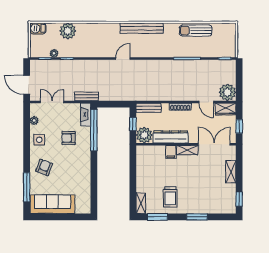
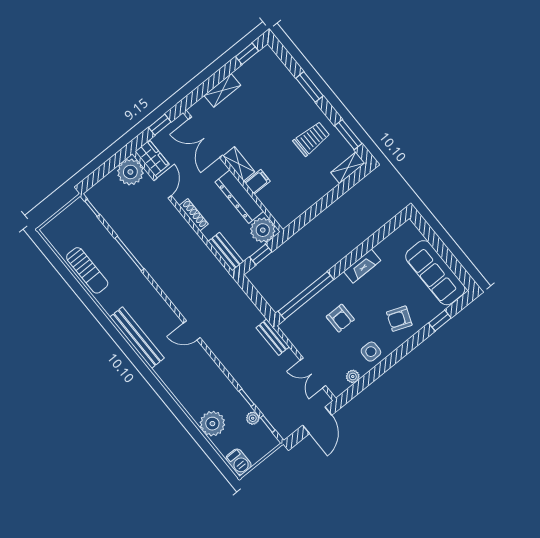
fireplace: (86, 115) -> (362, 266), moved
window: (27, 187) -> (440, 321), width x0.46

